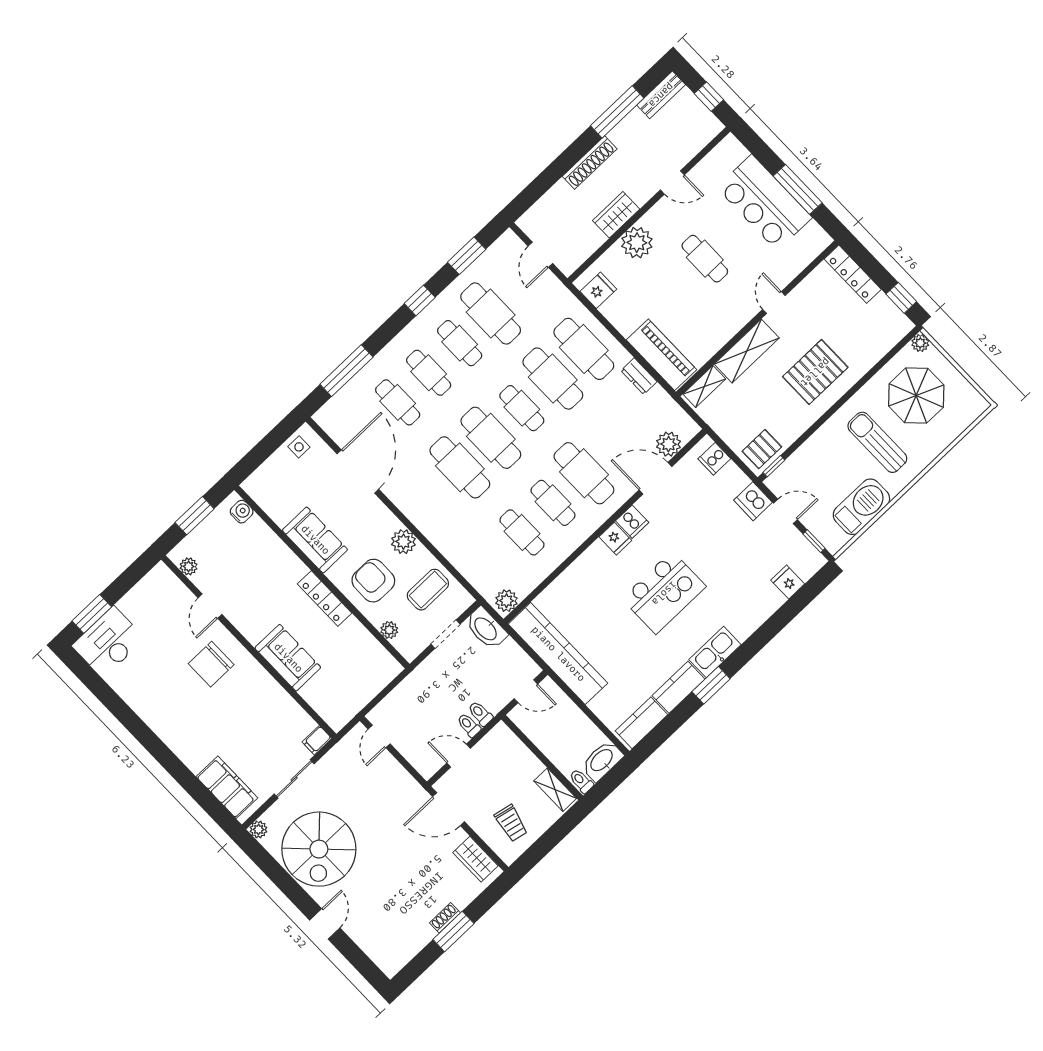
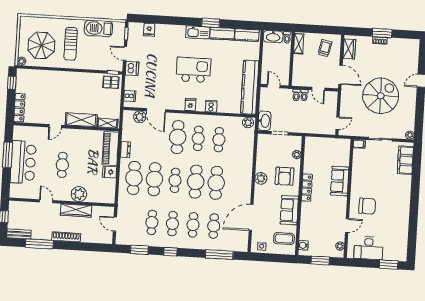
wardrobe: (616, 215) -> (76, 210), width x1.50
door: (540, 255) -> (115, 224), swing flipped
fridge: (598, 290) -> (110, 172), moved
cafe table: (491, 313) -> (152, 222), width x0.73, depth x0.74
pallet: (815, 372) -> (66, 89), removed
cooker: (632, 522) -> (211, 106), moved
coffee table: (428, 590) -> (284, 239), moved
desk: (108, 642) -> (369, 248), moved
spiral stairs: (319, 849) -> (381, 96), moved

